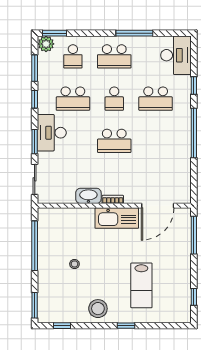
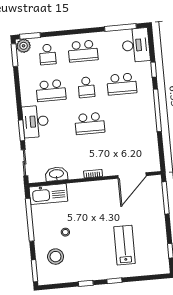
window: (134, 33) -> (120, 27), moved
window: (35, 68) -> (14, 55), moved
window: (35, 99) -> (18, 94), removed
washbasin: (88, 196) -> (56, 174), moved
kitchen sink: (117, 218) -> (48, 194), moved
lab bench: (141, 285) -> (124, 245), turned 180
stool: (98, 309) -> (56, 257), moved
window: (62, 326) -> (86, 283), moved

